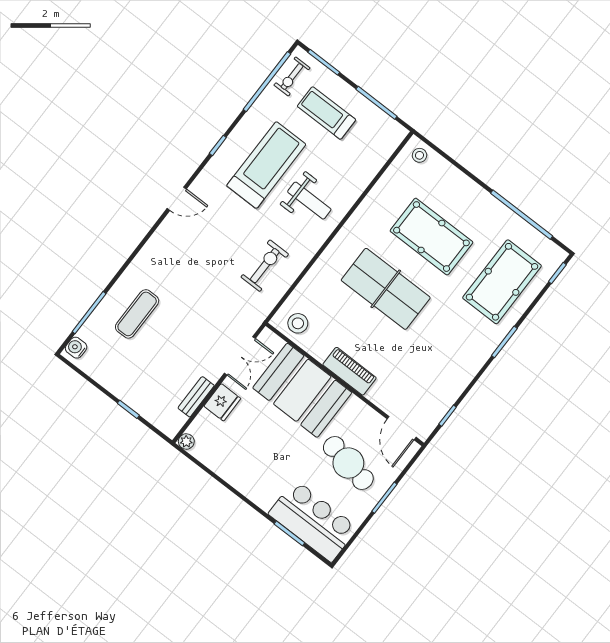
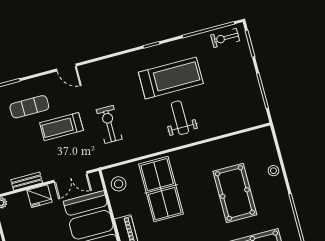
treadmill: (326, 113) -> (61, 127), moved, turned -90
stool: (419, 155) -> (273, 171), moved
door: (177, 199) -> (66, 68), moved
weight bench: (309, 201) -> (180, 118), turned 180
exercise bike: (265, 266) -> (109, 124), moved, turned -90
table tennis table: (386, 289) -> (161, 189), moved

